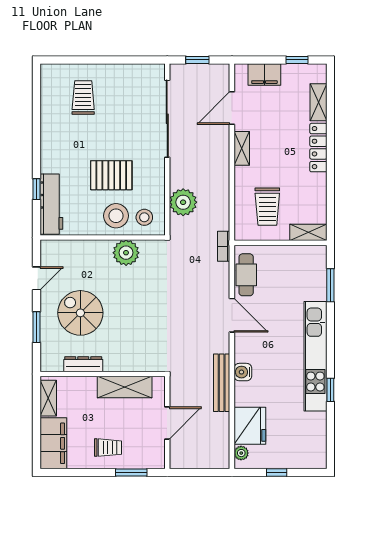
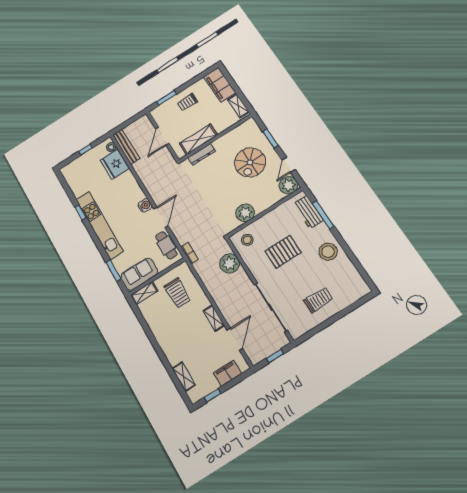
trolley: (83, 97) -> (318, 300), moved, turned -90
locker: (318, 148) -> (167, 348), removed
window: (36, 189) -> (323, 215), width x2.17
workbench: (51, 204) -> (308, 212), width x0.73
trolley: (267, 207) -> (177, 293), turned 180
stool: (116, 216) -> (328, 252), moved
plant: (53, 253) -> (288, 185), added
sofa: (301, 260) -> (139, 274), added
spiral stairs: (80, 313) -> (250, 162), turned 90
door: (232, 315) -> (161, 217), swing flipped
dresser: (83, 364) -> (202, 154), moved
water cooler: (243, 372) -> (145, 205), moved
bench: (222, 383) -> (126, 147), moved

